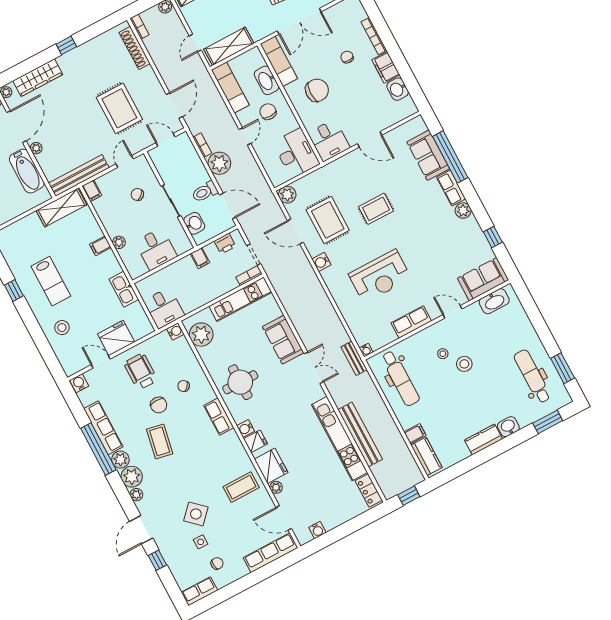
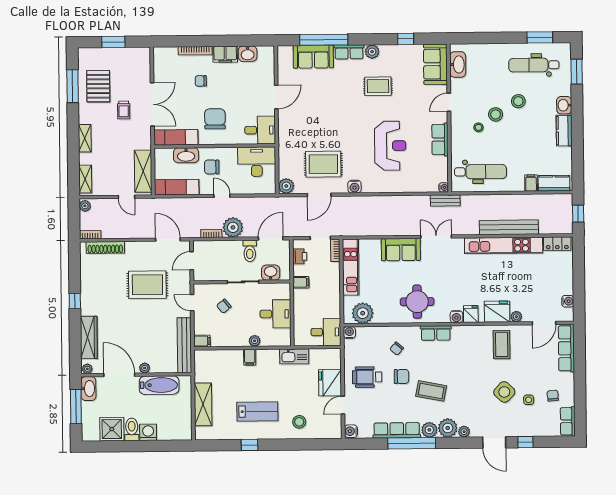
shelving: (61, 208) -> (203, 404), moved
rug: (376, 209) -> (378, 86), moved, turned 90
stool: (489, 380) -> (518, 101), added

